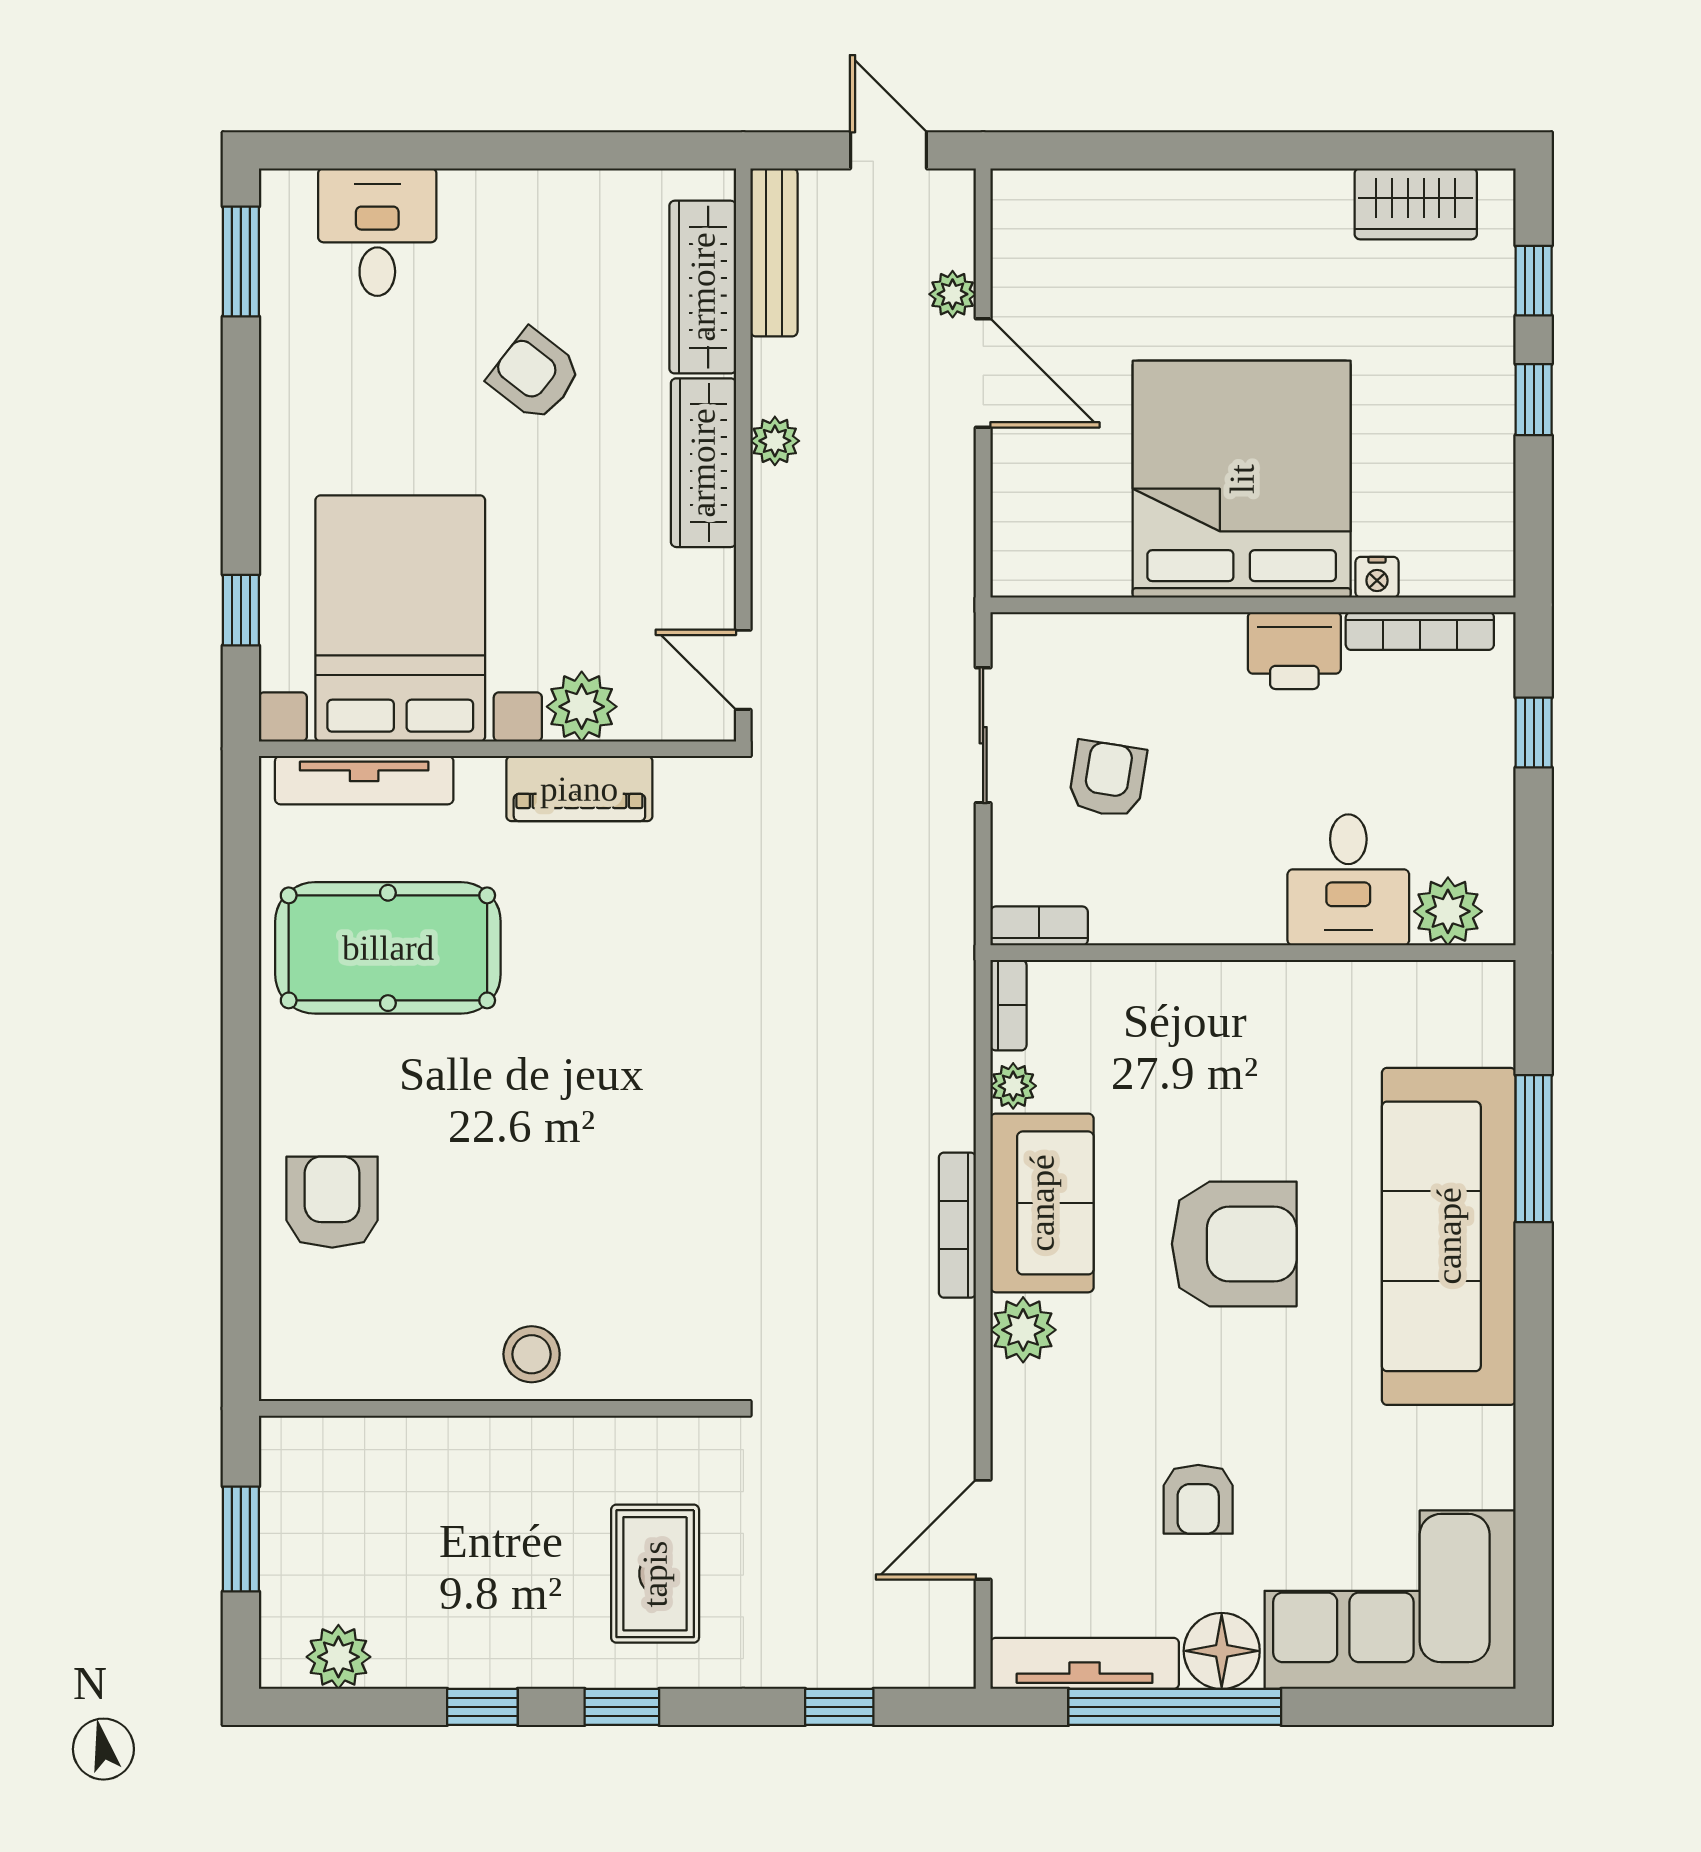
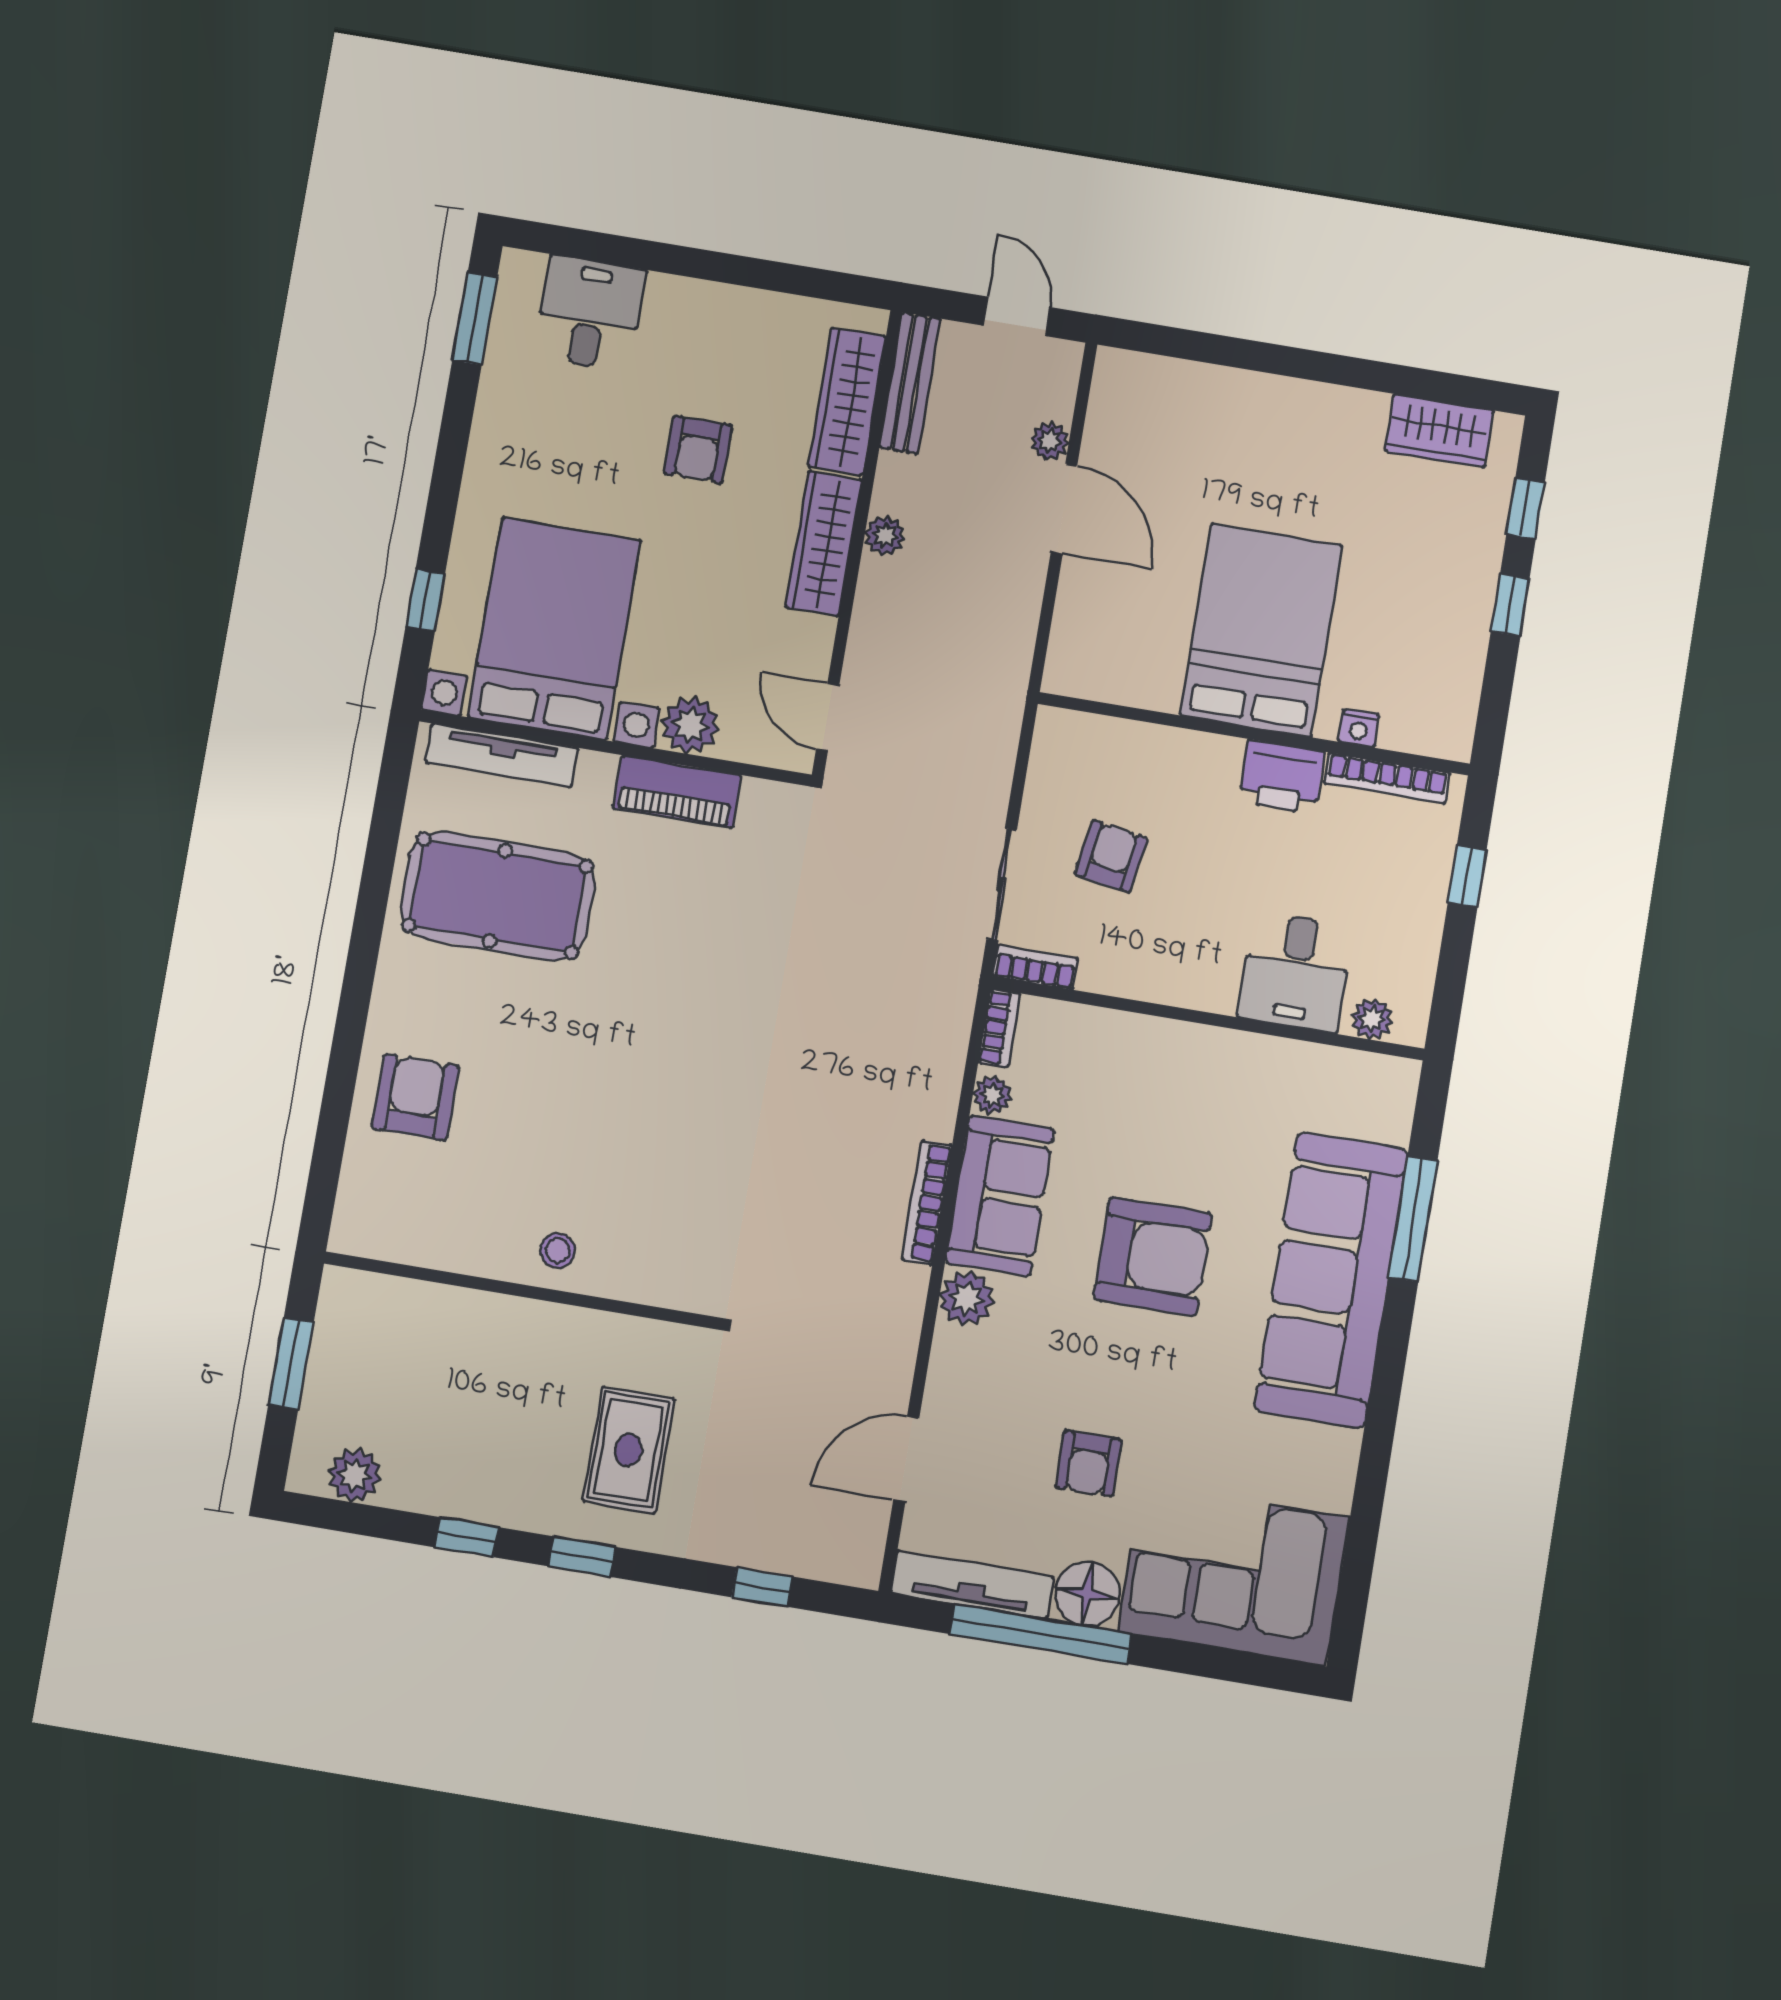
armchair: (535, 375) -> (698, 450), turned -128
bed: (1242, 479) -> (1261, 630), width x0.73
sliding door: (983, 735) -> (1002, 885), moved
plant: (1448, 911) -> (1372, 1019), width x0.73, depth x0.73
stool: (532, 1354) -> (558, 1250), width x0.73, depth x0.73

